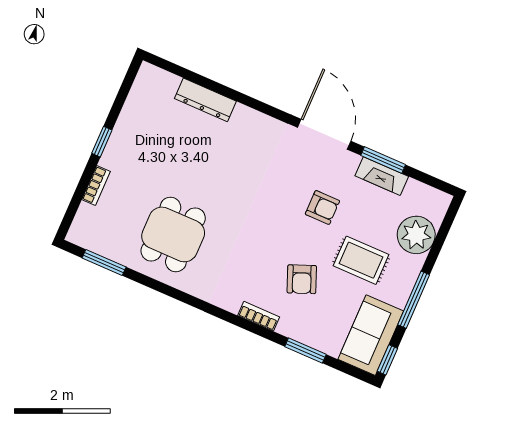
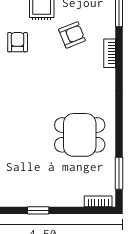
bookcase: (96, 186) -> (98, 201), moved

